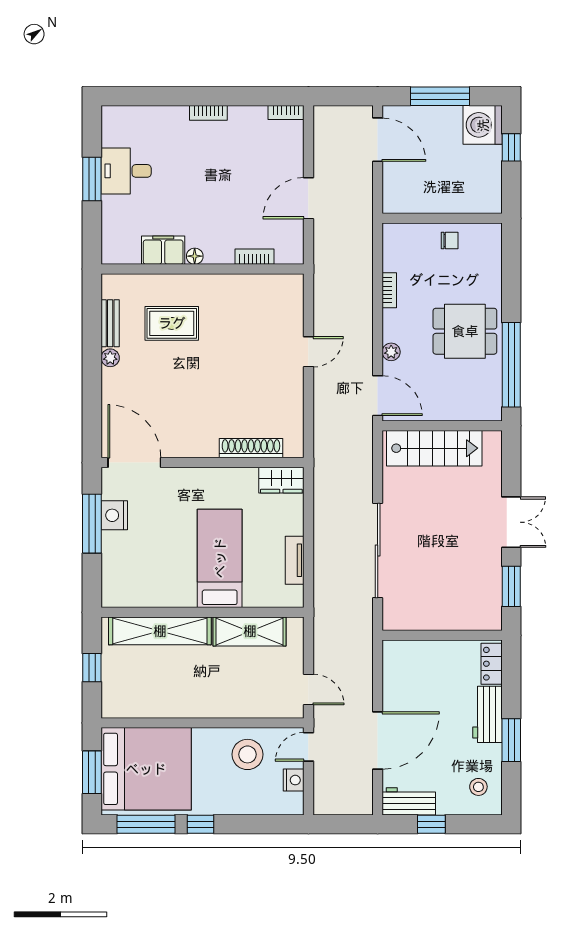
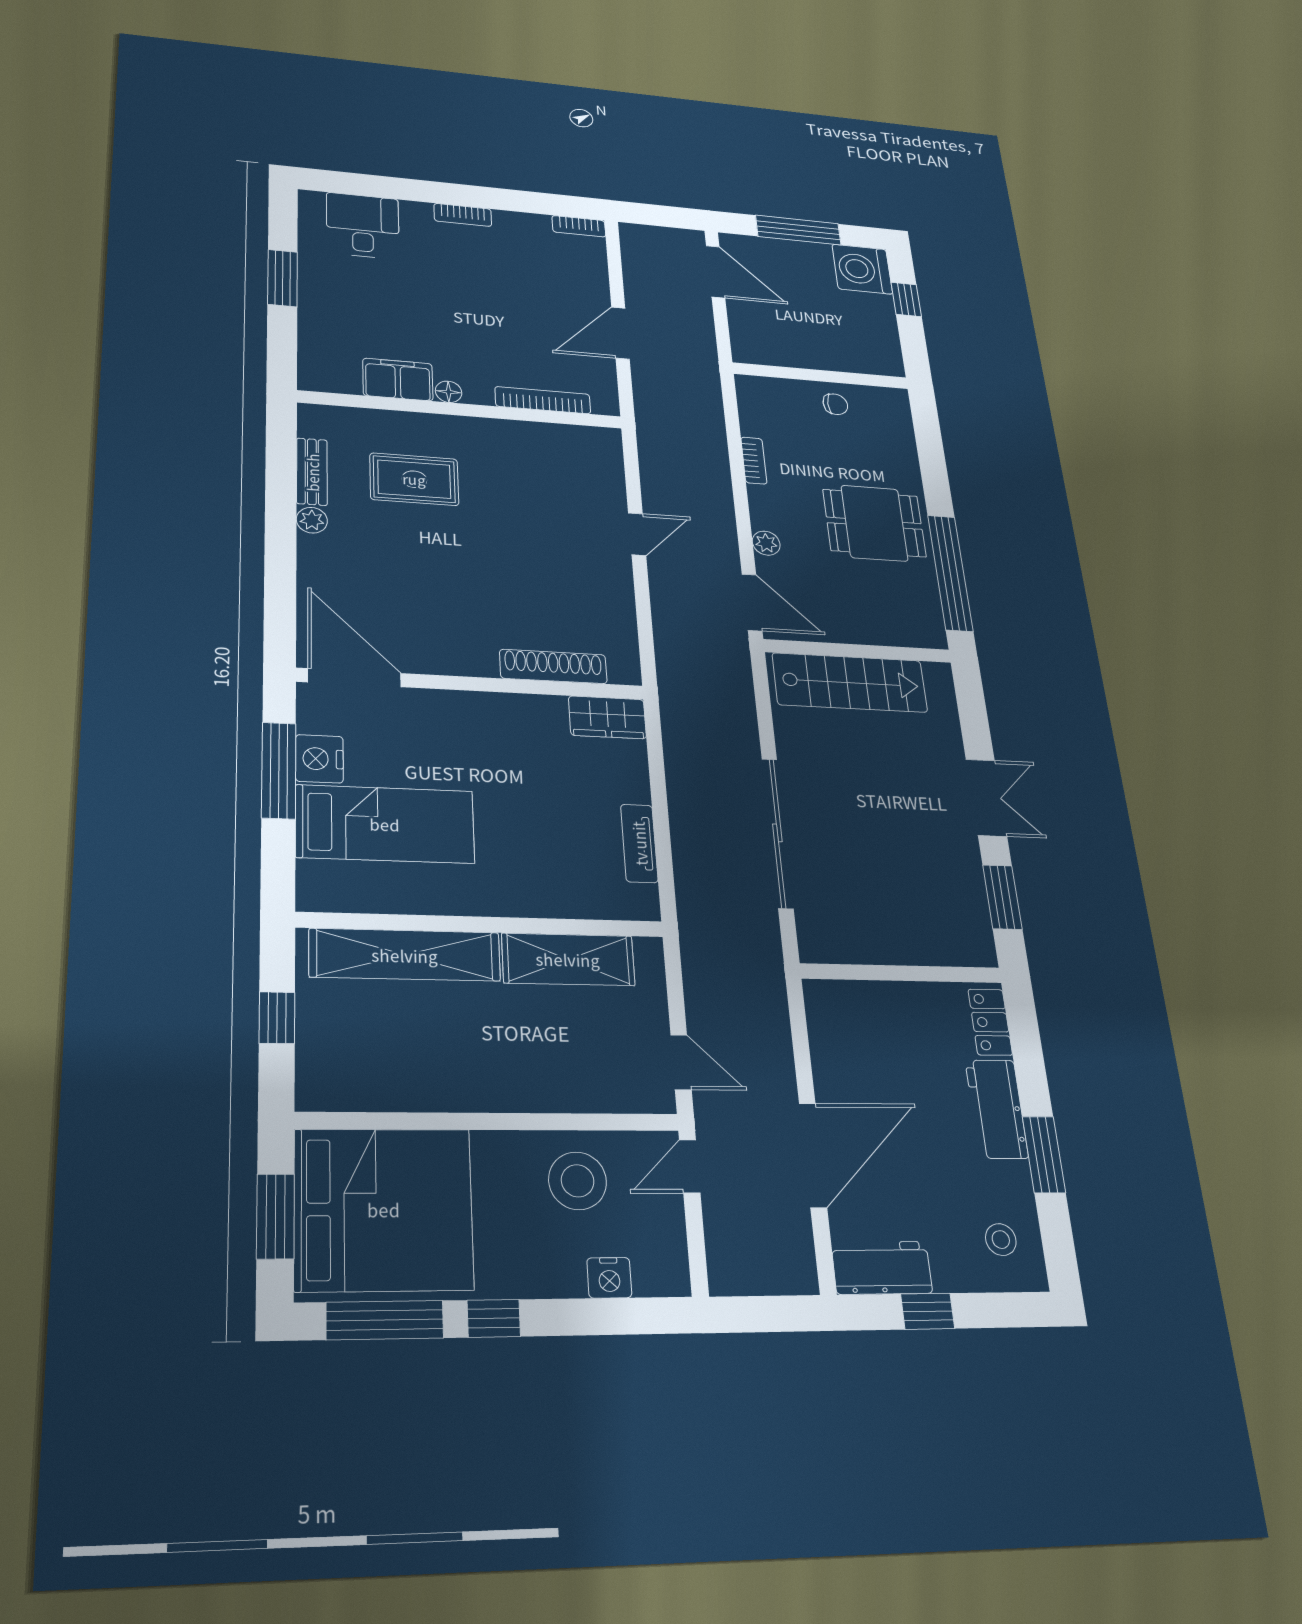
desk: (126, 171) -> (363, 226), moved, turned 90
bookcase: (254, 257) -> (543, 400), width x1.56
bed: (220, 558) -> (385, 824), moved, turned 90
nightstand: (294, 780) -> (609, 1278), moved, turned 90

